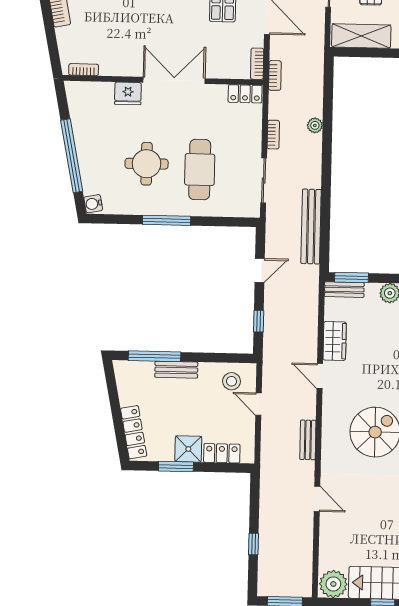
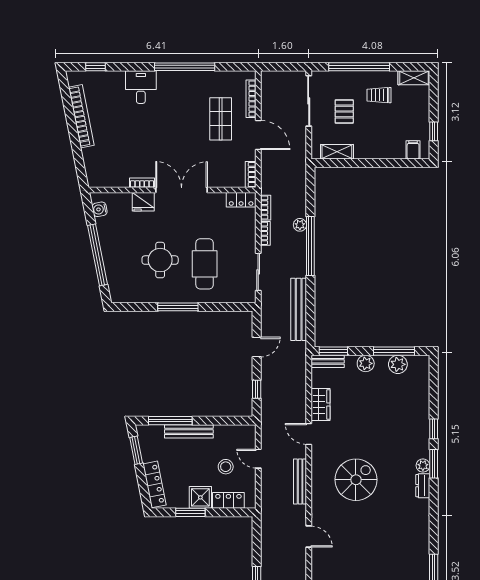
shelving: (361, 36) -> (337, 152), width x0.67, depth x0.75
bookcase: (84, 70) -> (142, 183), moved
bookcase: (275, 75) -> (266, 208), moved
window: (327, 151) -> (310, 246), added
water cooler: (93, 204) -> (100, 209), moved
bench: (176, 370) -> (189, 431), width x1.36
stool: (232, 381) -> (226, 467), moved
window: (113, 391) -> (136, 450), added
bench: (308, 440) -> (300, 482), width x1.36

